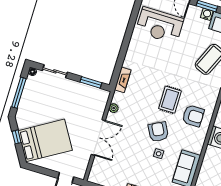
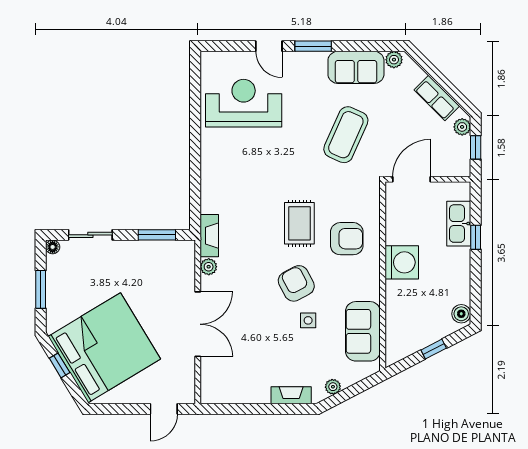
water cooler: (207, 14) -> (317, 60), removed
reception desk: (160, 25) -> (244, 103), turned 180
fireplace: (123, 80) -> (209, 236), moved
window: (19, 93) -> (41, 289), width x0.69
bed: (45, 140) -> (104, 348), width x1.36

